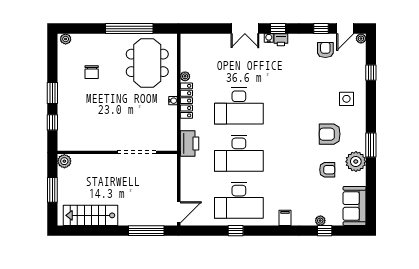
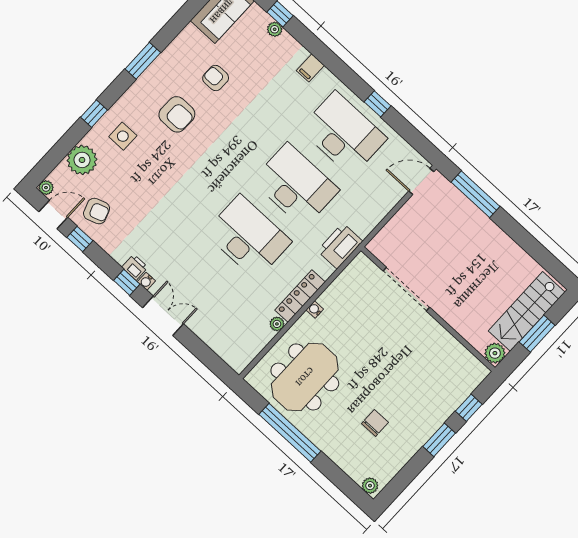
armchair: (325, 50) -> (97, 211), turned -109
window: (371, 73) -> (94, 114), moved
plant: (356, 162) -> (82, 160), moved
stairs: (90, 215) -> (527, 311), moved, turned 90

